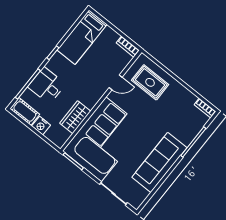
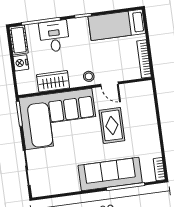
bookcase: (128, 47) -> (144, 59), width x1.56
rug: (150, 82) -> (112, 125), moved
stool: (96, 91) -> (89, 76), added
sofa: (159, 162) -> (110, 174), moved

